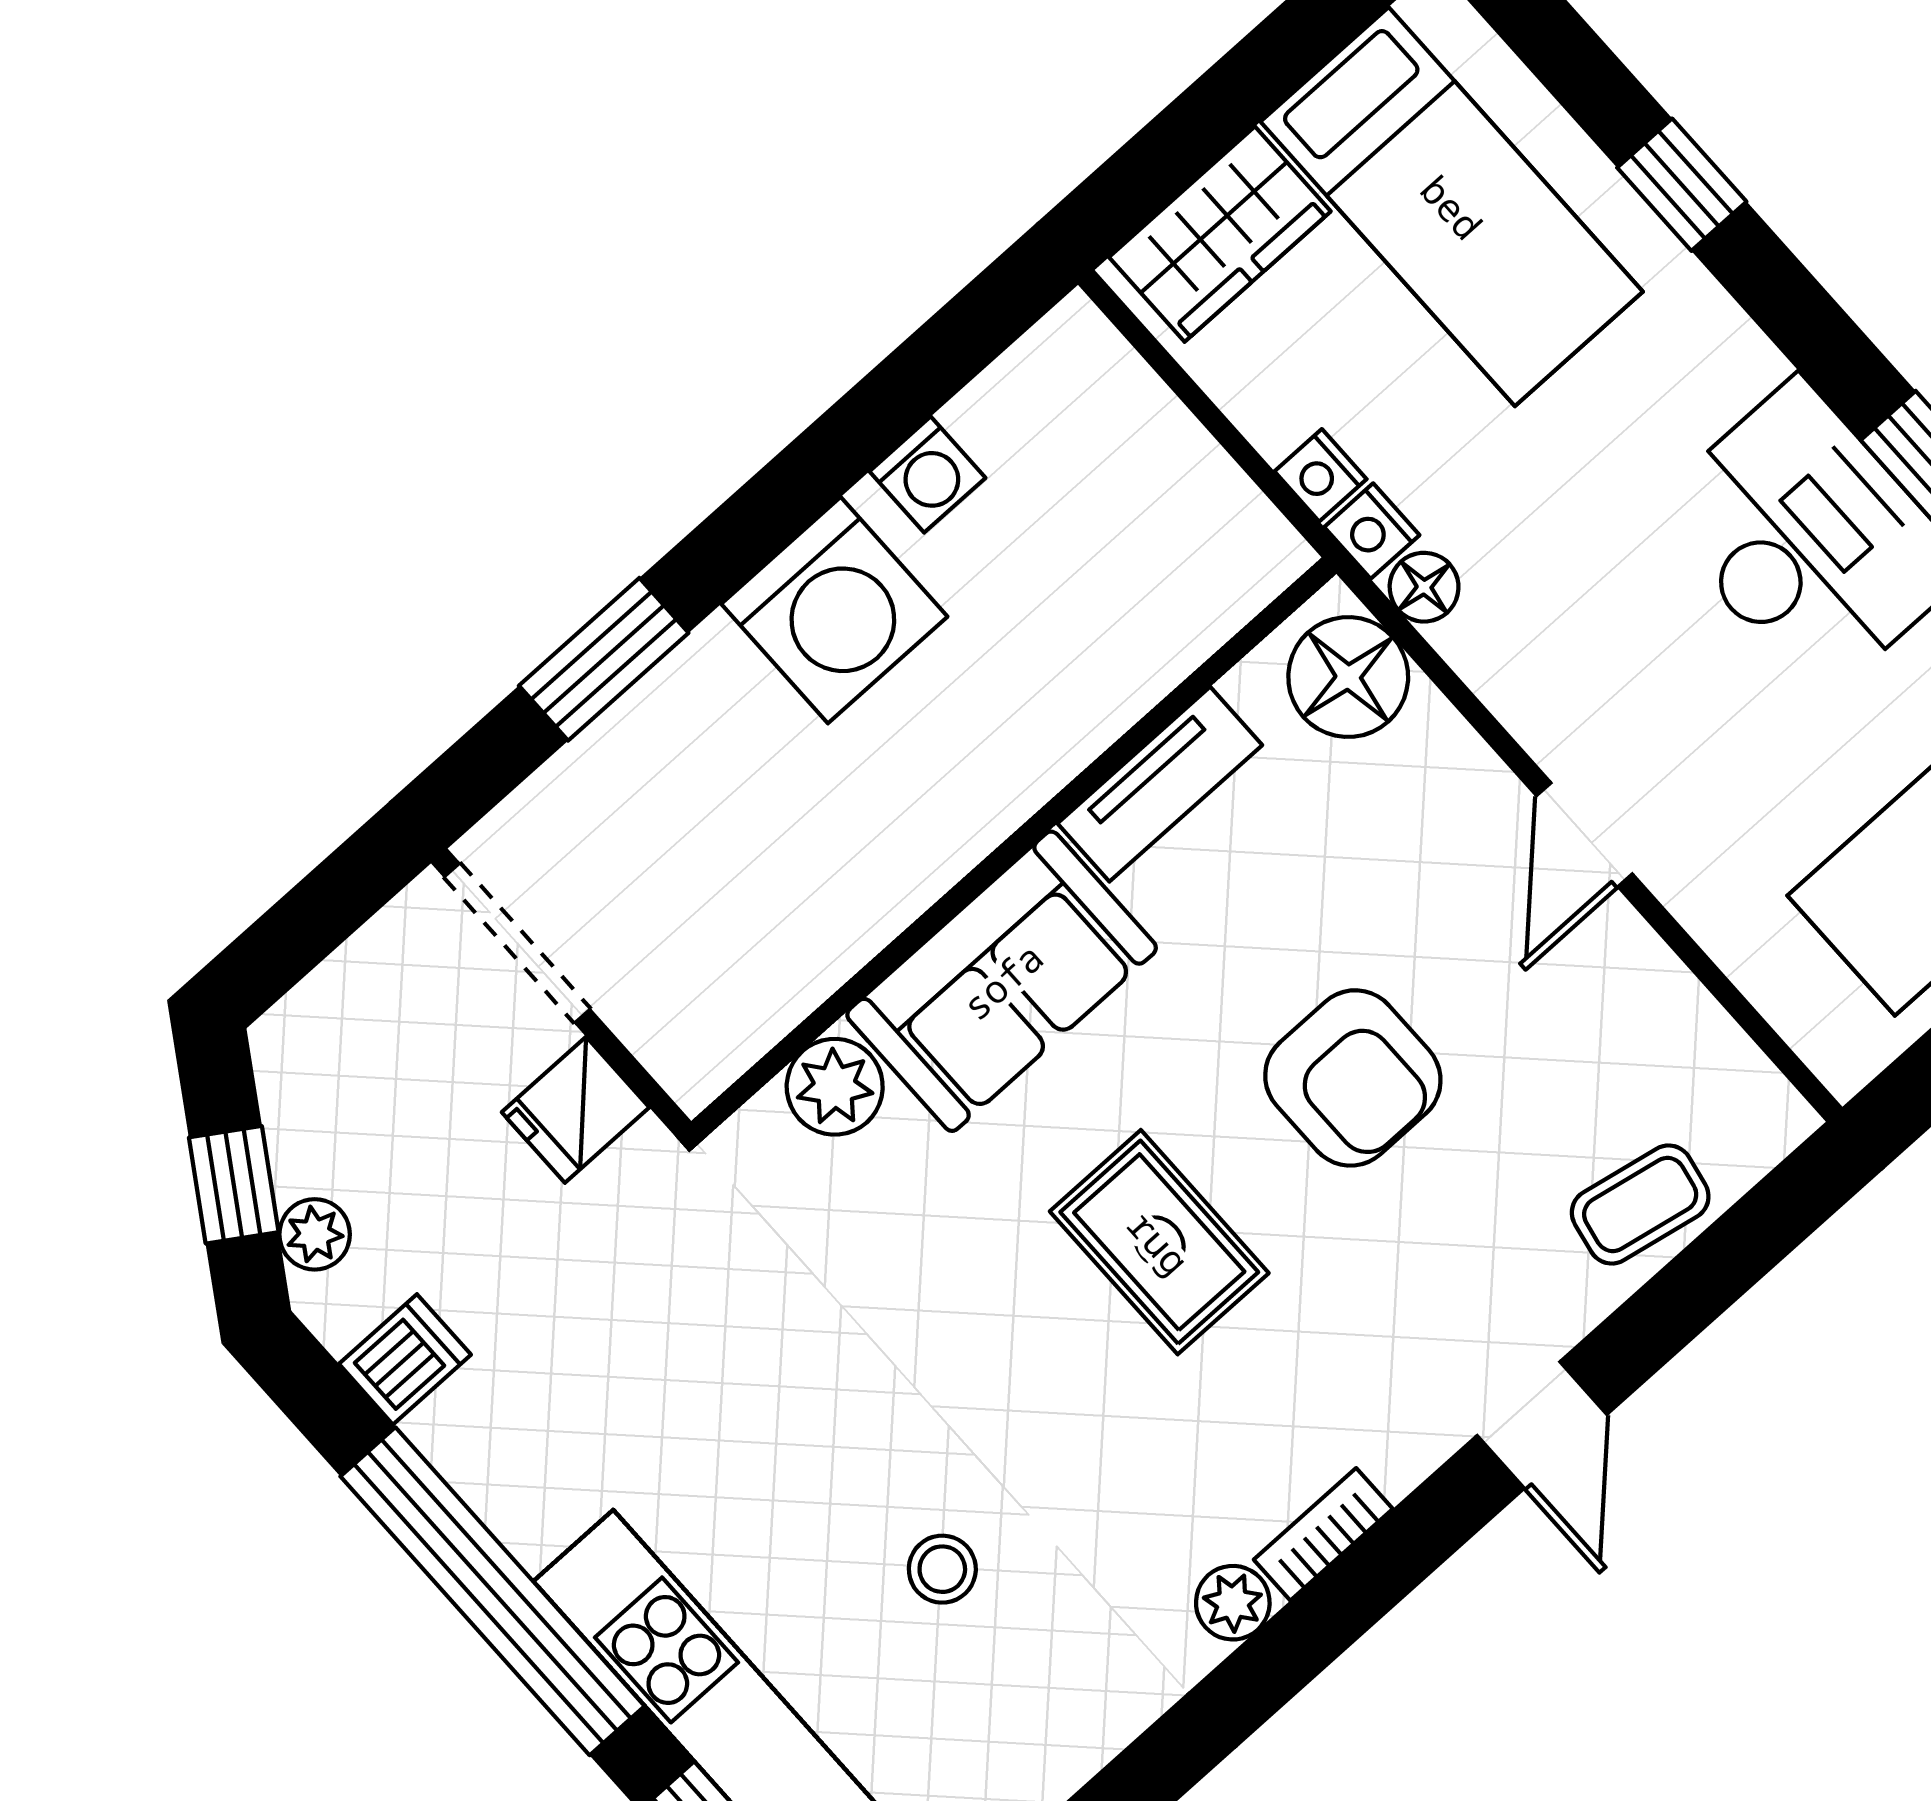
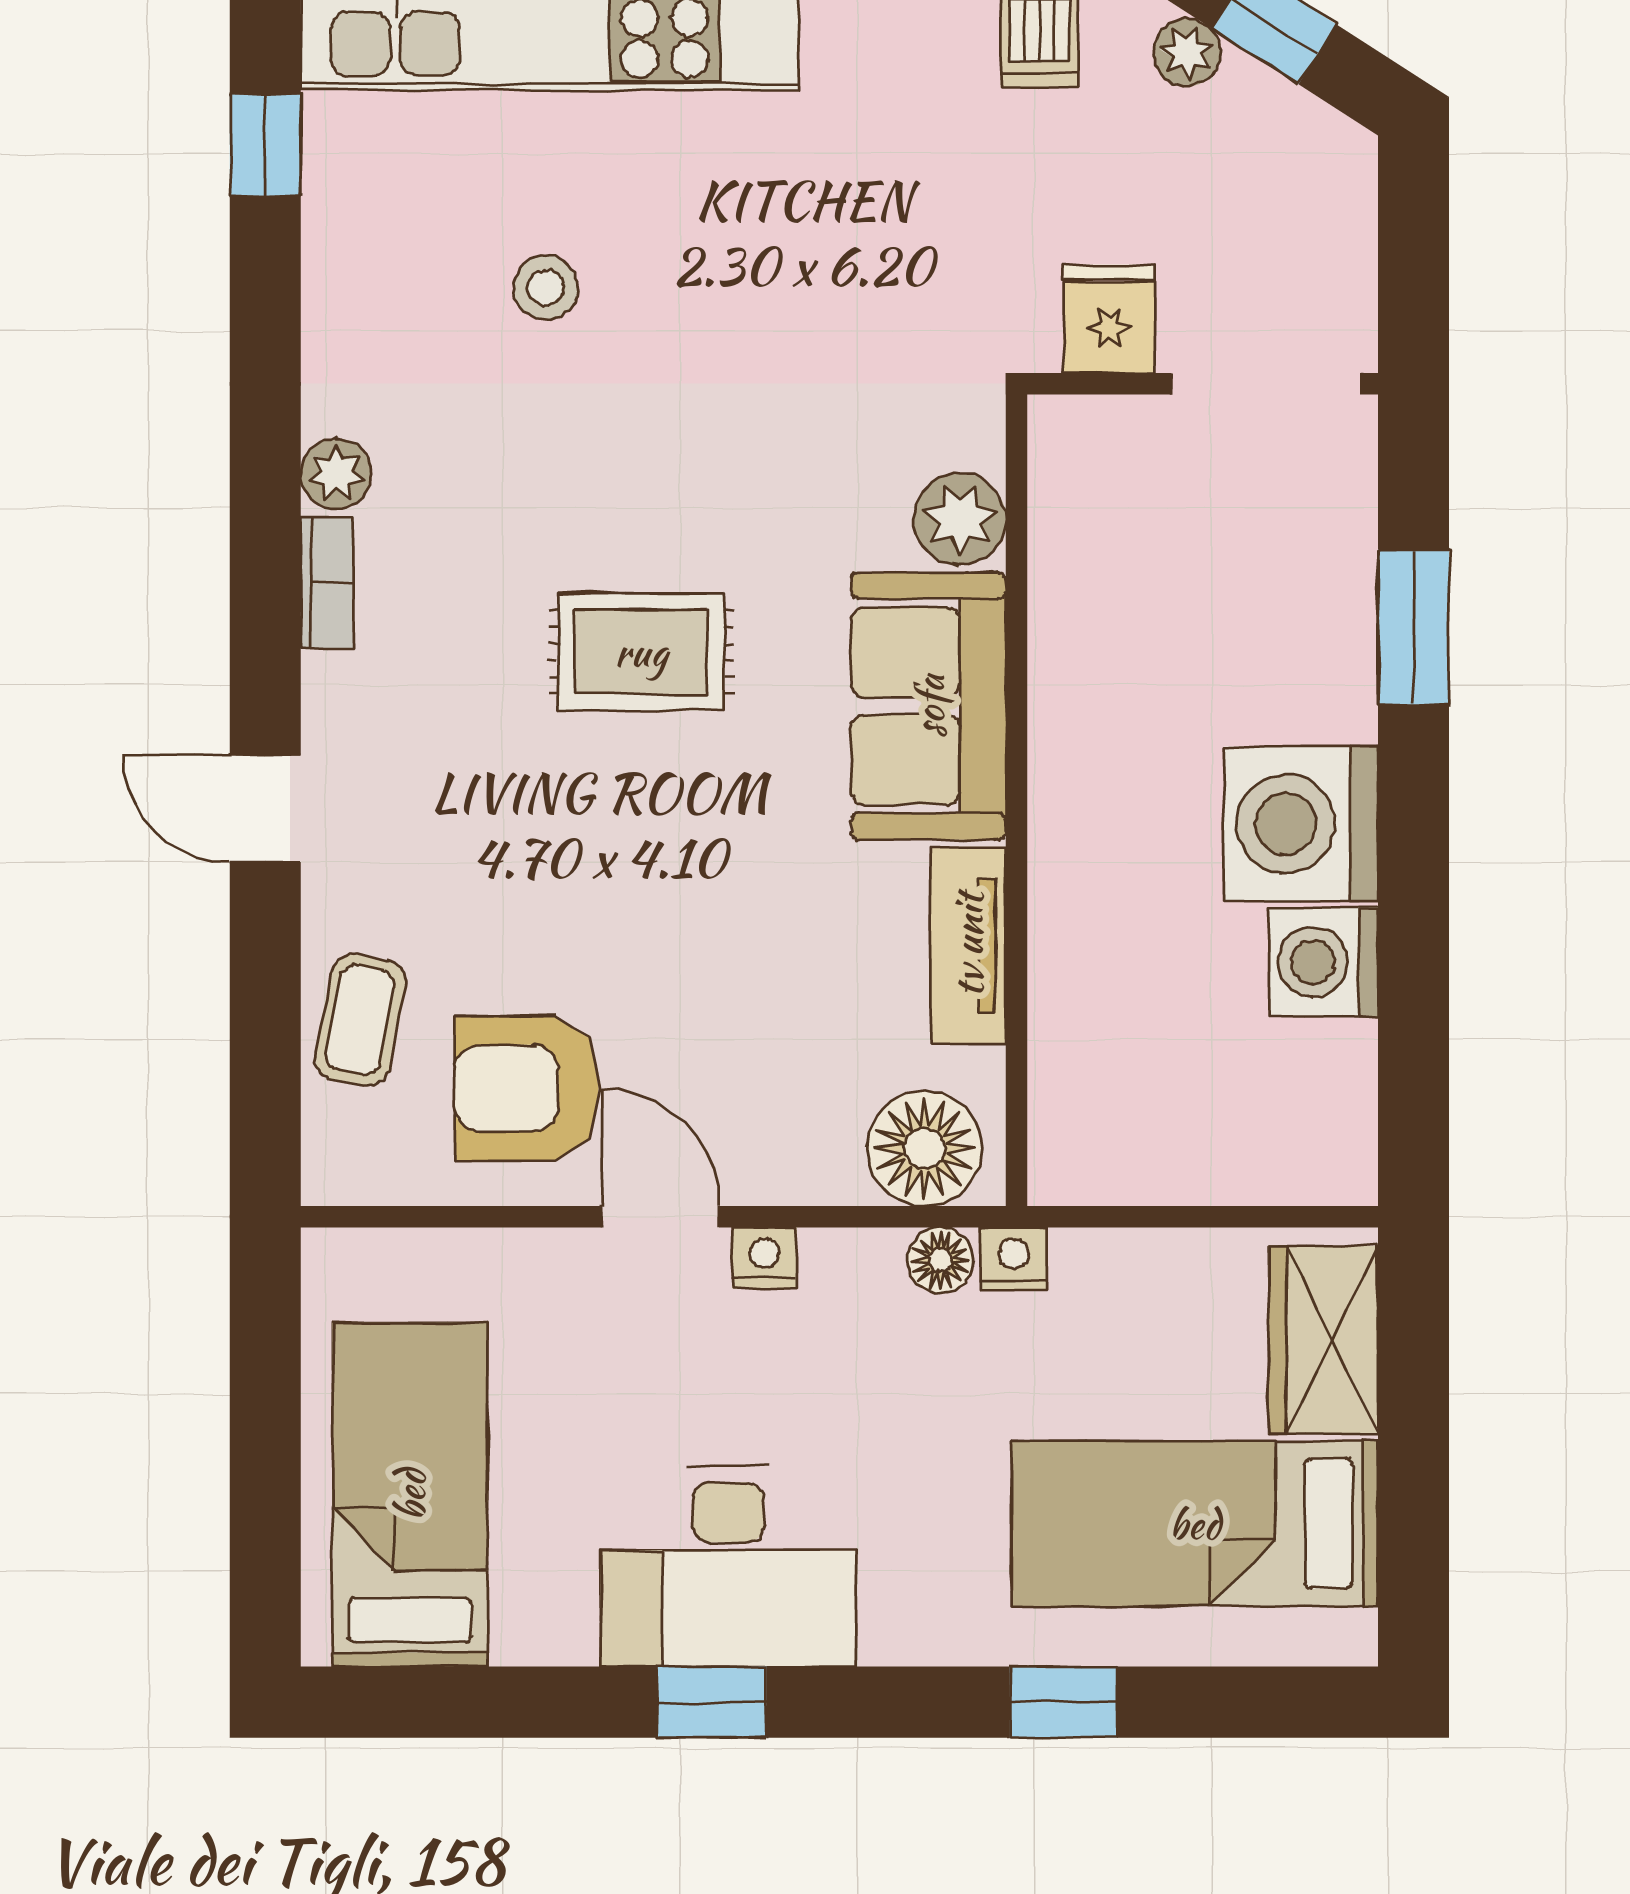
washing machine: (927, 475) -> (1324, 962), width x1.38, depth x1.38
nightstand: (1321, 475) -> (764, 1258), moved
armchair: (1353, 1078) -> (526, 1088), moved

